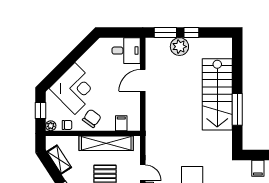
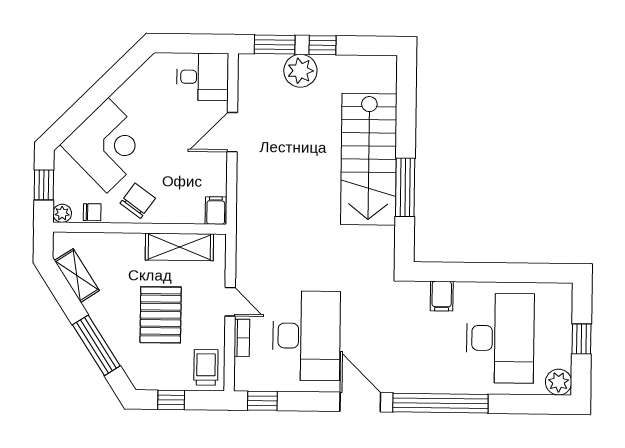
filing cabinet: (121, 123) -> (216, 211), moved
shelving: (106, 143) -> (179, 247), width x0.68

